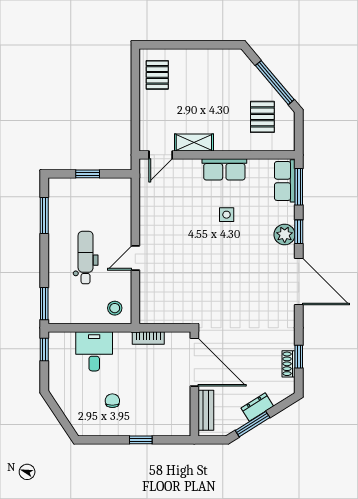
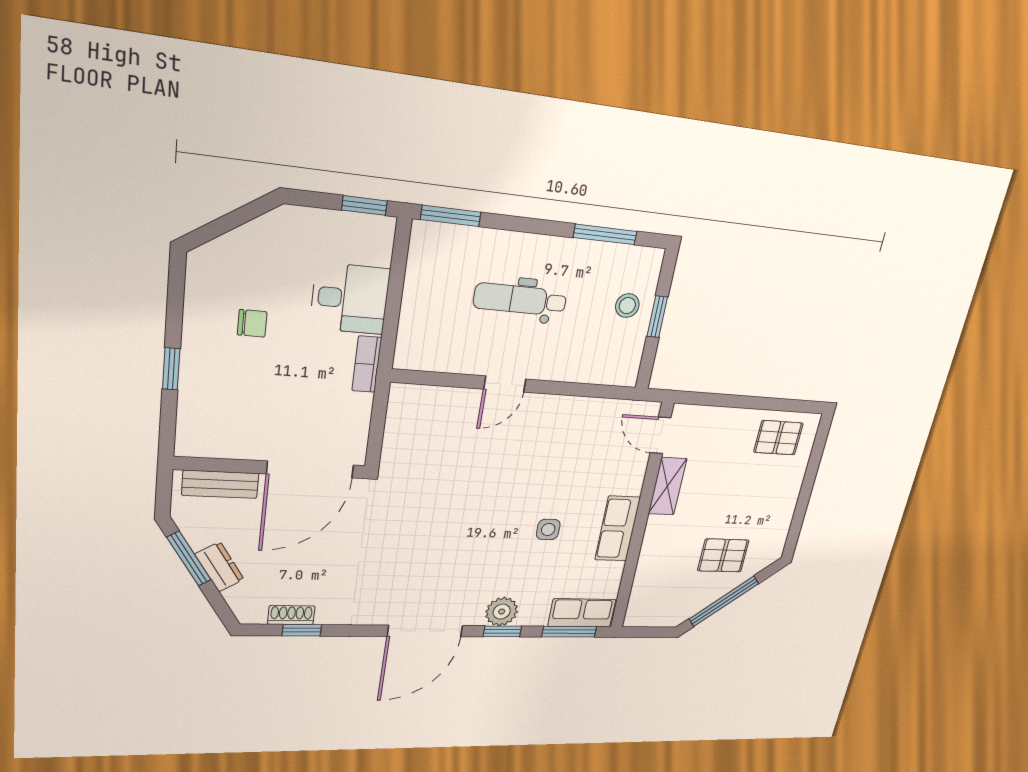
pallet: (262, 117) -> (723, 555), moved
dental chair: (86, 258) -> (520, 300), turned 180
door: (135, 258) -> (505, 384), swing flipped
stool: (115, 308) -> (627, 306), moved
bookcase: (148, 338) -> (367, 364), moved

